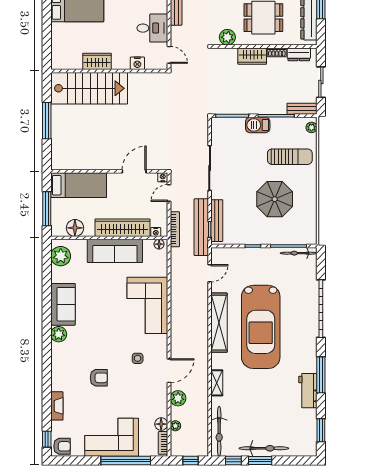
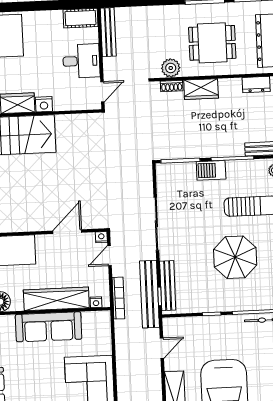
shoe rack: (277, 52) -> (172, 86), moved
door: (169, 55) -> (102, 92), hinge flipped
nightstand: (137, 63) -> (44, 104), moved
floor lamp: (159, 244) -> (100, 317), removed

